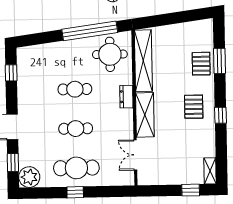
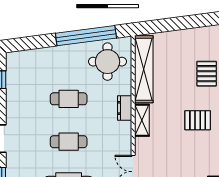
pallet: (194, 107) -> (198, 120), turned 90
shelving: (145, 115) -> (142, 120), width x0.67, depth x0.75

